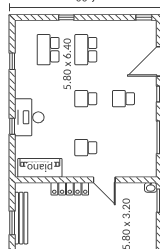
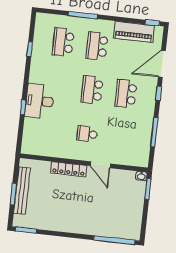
window: (66, 17) -> (83, 15), width x2.17
school desk: (86, 99) -> (92, 90), width x1.85
school desk: (123, 99) -> (126, 94), width x1.85
piano: (40, 168) -> (134, 32), moved, turned 180

